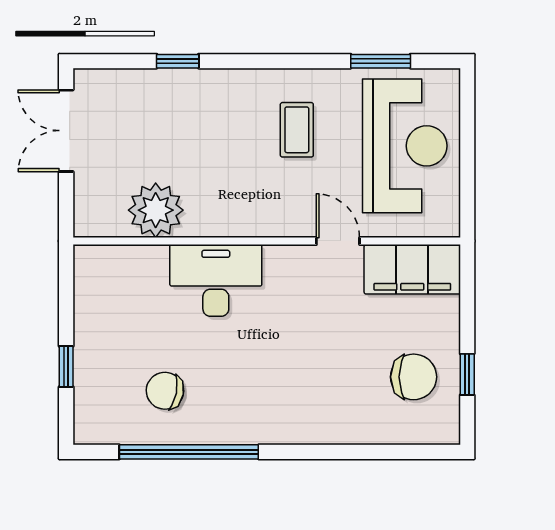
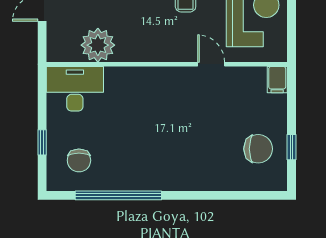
filing cabinet: (412, 269) -> (277, 80), width x0.33, depth x0.86
desk: (216, 280) -> (75, 89), moved
chair: (165, 391) -> (79, 160), moved, turned -101

